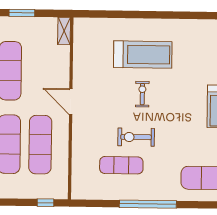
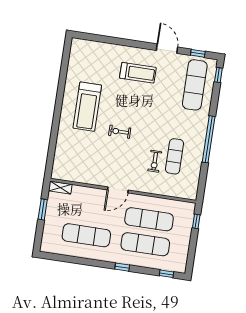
window: (22, 13) -> (43, 209), moved
treadmill: (143, 55) -> (87, 107), moved, turned 180
exercise bike: (136, 137) -> (155, 161), moved, width x0.73, depth x0.72

